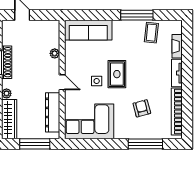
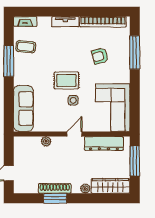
fireplace: (177, 46) -> (25, 21), moved

